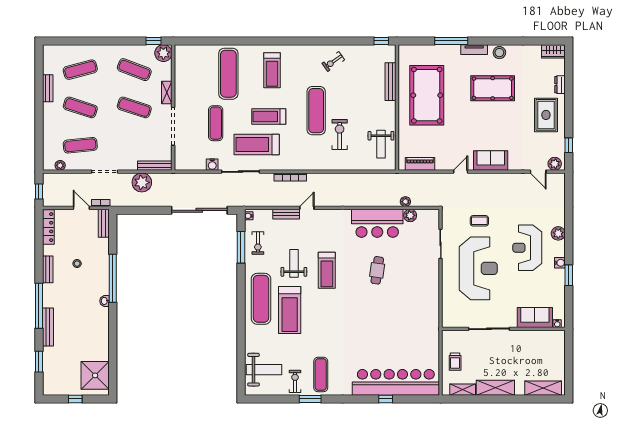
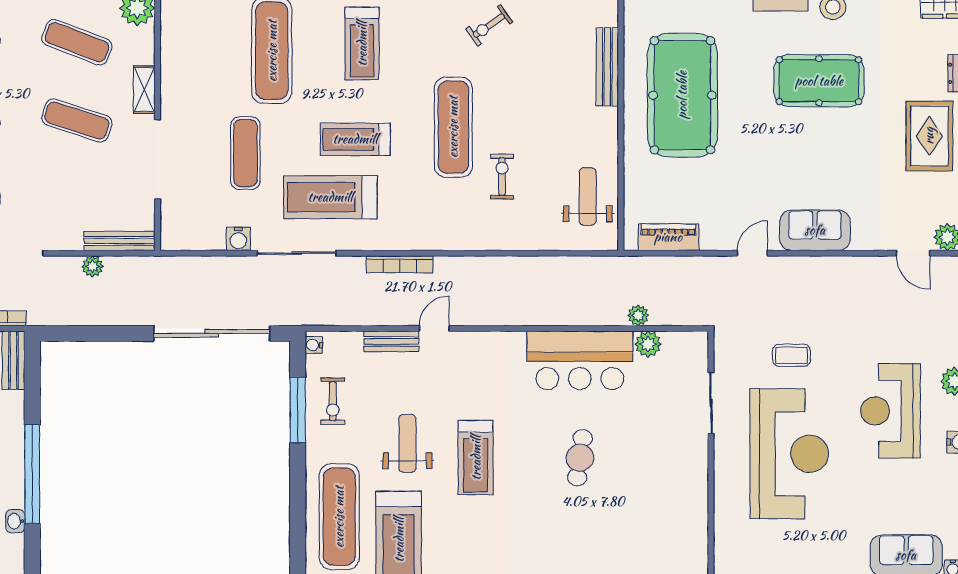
exercise bike: (340, 134) -> (502, 177), width x0.73, depth x0.72
weight bench: (381, 144) -> (588, 196), turned 180
plant: (142, 182) -> (93, 266), width x0.53, depth x0.53

